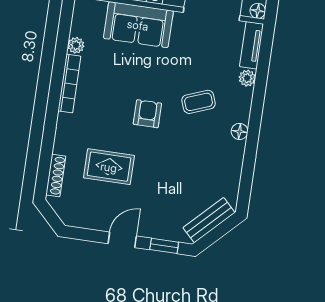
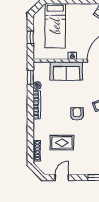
window: (65, 26) -> (30, 77), added
door: (122, 240) -> (62, 177), moved

